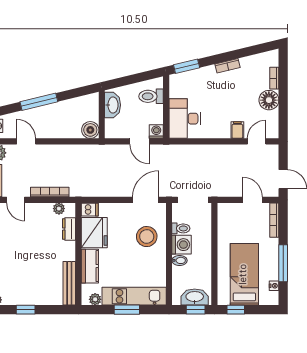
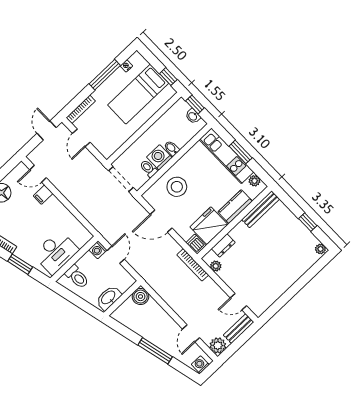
window: (187, 66) -> (20, 264), moved
desk: (185, 119) -> (56, 252), moved
bookcase: (50, 192) -> (193, 265), moved
door: (16, 200) -> (238, 302), swing flipped
door: (146, 200) -> (161, 221), moved
washbasin: (195, 297) -> (193, 116), width x0.52, depth x0.69

